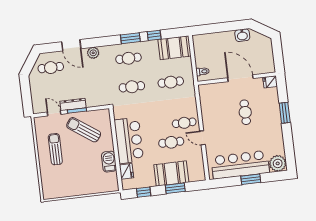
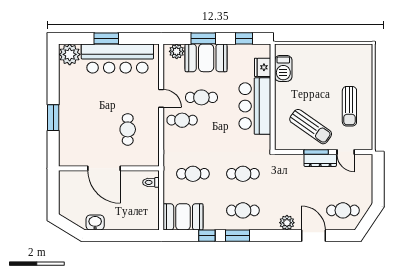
fridge: (270, 82) -> (67, 159), removed
cafe table: (245, 112) -> (128, 129), moved
barbecue: (109, 162) -> (283, 68), moved
plant: (195, 176) -> (177, 51), added

